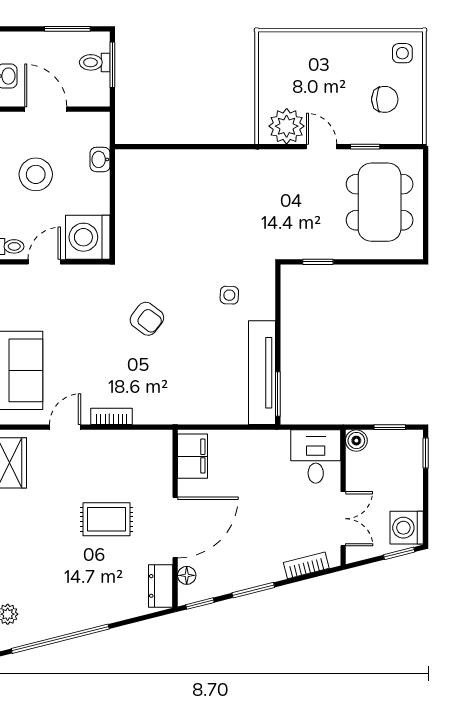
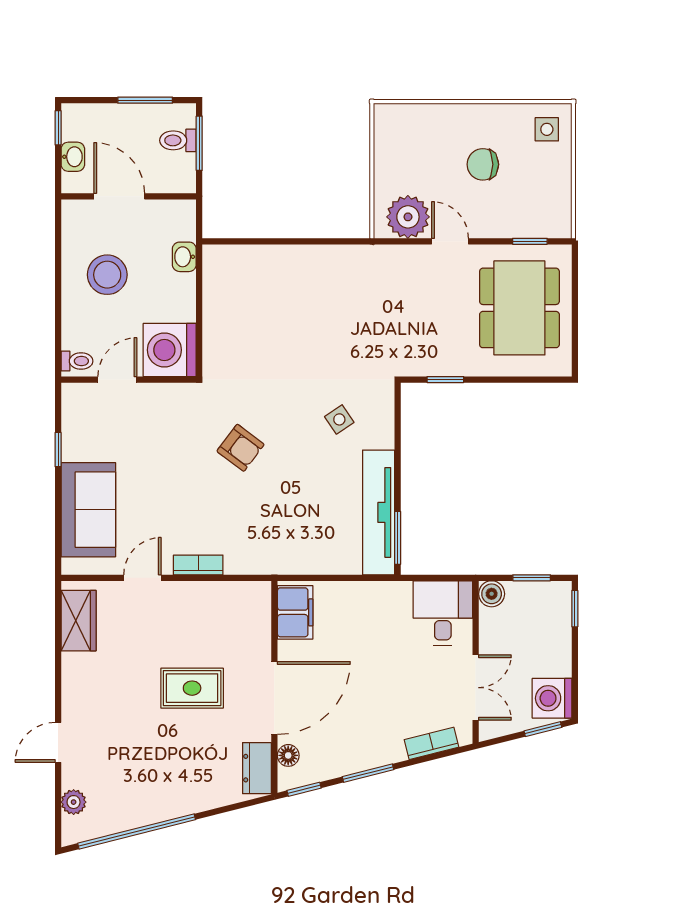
chair: (385, 99) -> (483, 164), moved, turned 180
window: (365, 147) -> (530, 241), moved
side table: (229, 295) -> (339, 419), turned -37

